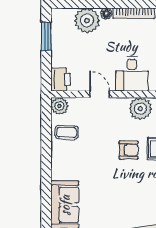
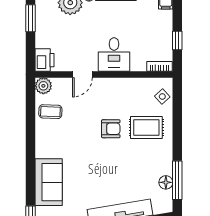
door: (100, 94) -> (82, 74), swing flipped
plant: (140, 109) -> (122, 88), removed

